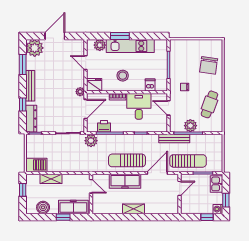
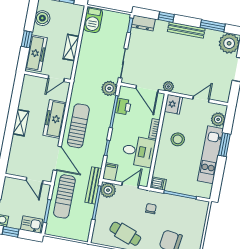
dishwasher: (150, 85) -> (158, 184), moved
dresser: (31, 119) -> (143, 23), width x0.70
plant: (190, 126) -> (108, 190), moved
filing cabinet: (160, 127) -> (110, 172), added
shelving: (51, 179) -> (71, 48), moved

